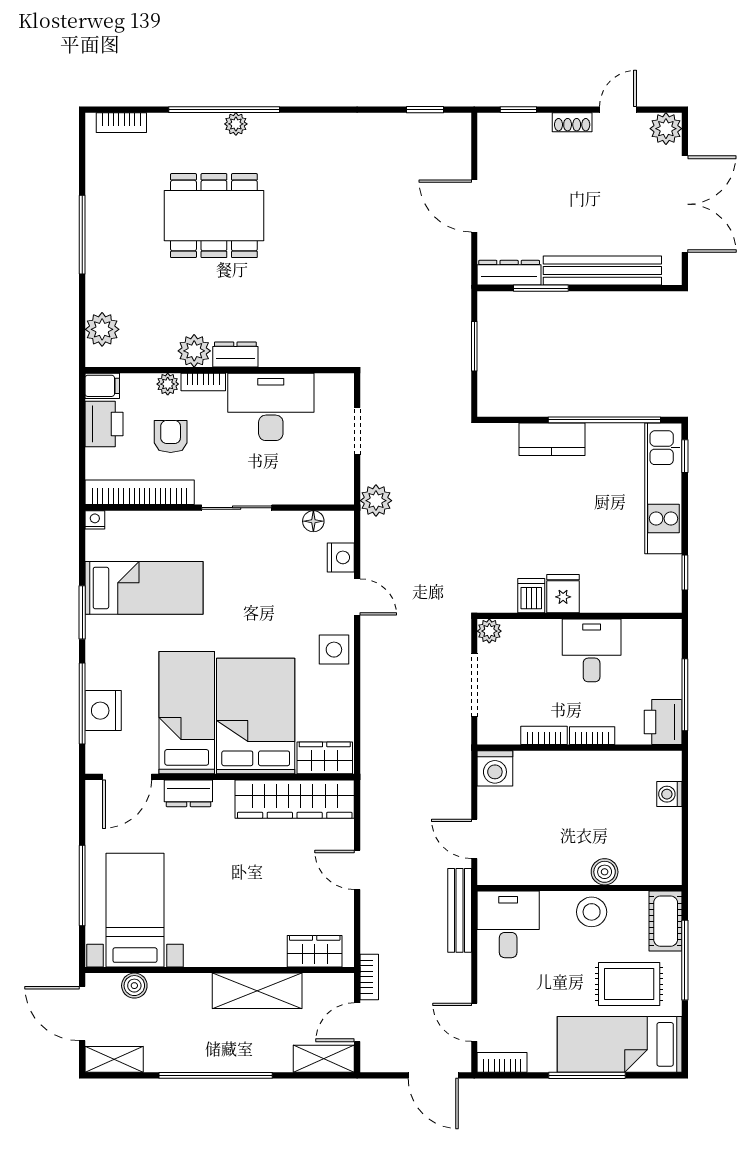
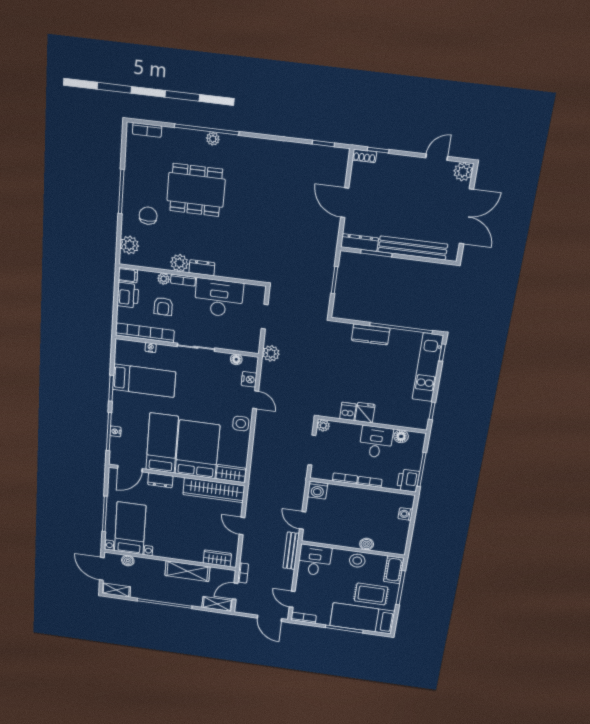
shoe rack: (572, 122) -> (364, 156), moved
chair: (132, 272) -> (148, 216), added
armchair: (171, 437) -> (163, 306), turned 180
nightstand: (95, 520) -> (151, 348), moved
floor lamp: (636, 632) -> (401, 436), added
nightstand: (103, 711) -> (116, 431), width x0.53, depth x0.56

